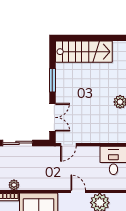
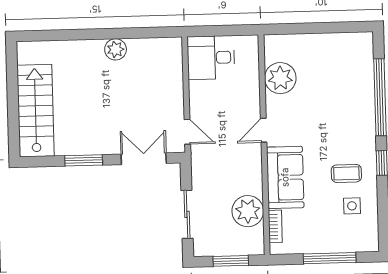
plant: (14, 185) -> (248, 211), width x1.88, depth x1.88
door: (78, 191) -> (264, 130), moved

